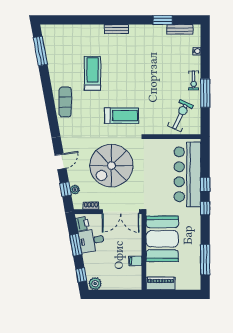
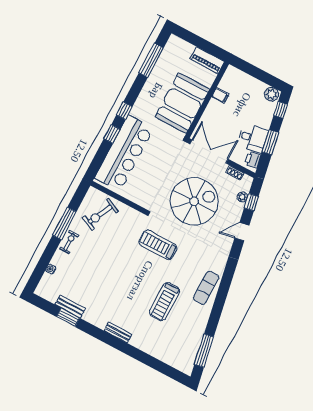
bench: (180, 29) -> (70, 307), moved

